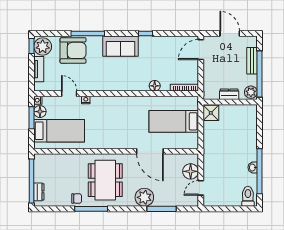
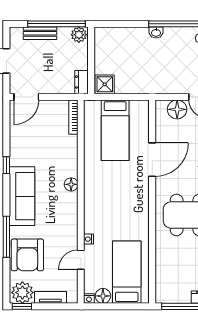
sofa: (121, 46) -> (22, 196), width x1.36
armchair: (73, 50) -> (27, 255), turned 180
door: (201, 50) -> (26, 97), hinge flipped
floor lamp: (155, 86) -> (71, 184), moved
dresser: (229, 94) -> (82, 82), moved
window: (31, 118) -> (111, 306), removed
washbasin: (253, 167) -> (156, 33), moved

